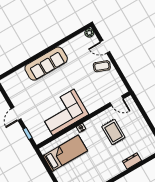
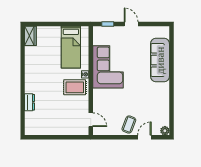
sofa: (46, 64) -> (160, 60), moved
door: (117, 101) -> (91, 120), swing flipped
rug: (113, 132) -> (75, 87), moved

